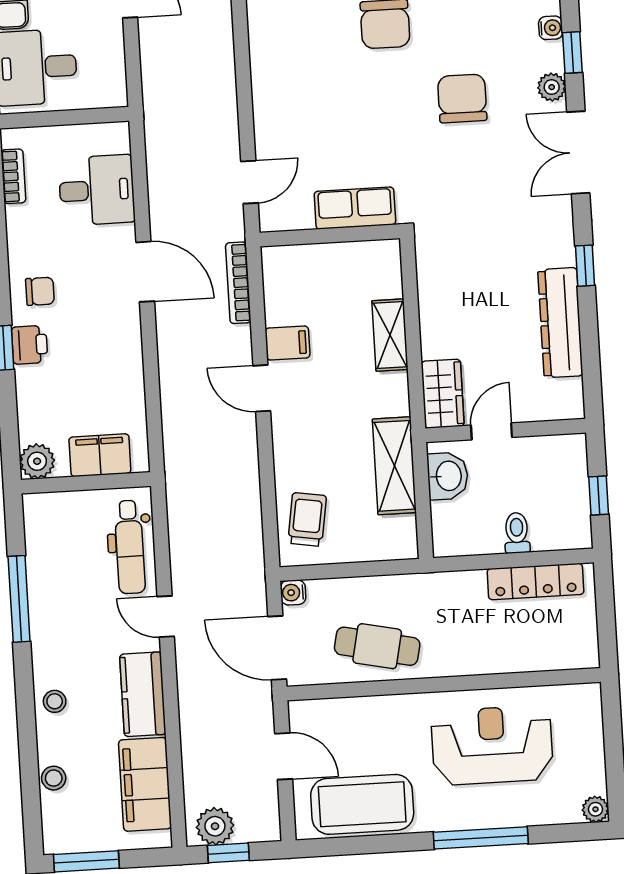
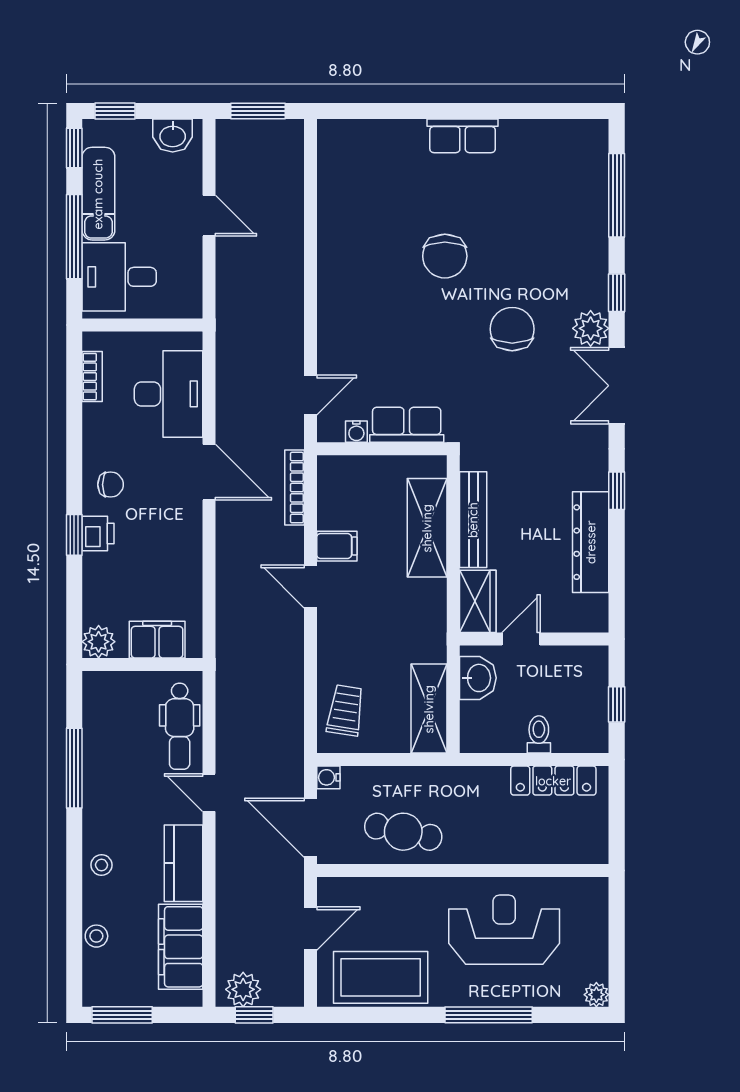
water cooler: (551, 28) -> (356, 432), moved, turned 90
plant: (552, 87) -> (591, 328), width x1.38, depth x1.38
desk: (97, 190) -> (169, 394), width x1.37
bench: (432, 306) -> (473, 520), added
shelving: (390, 335) -> (427, 528), width x1.50, depth x1.33
shelving: (394, 466) -> (429, 709), moved
door: (284, 756) -> (311, 928), hinge flipped

